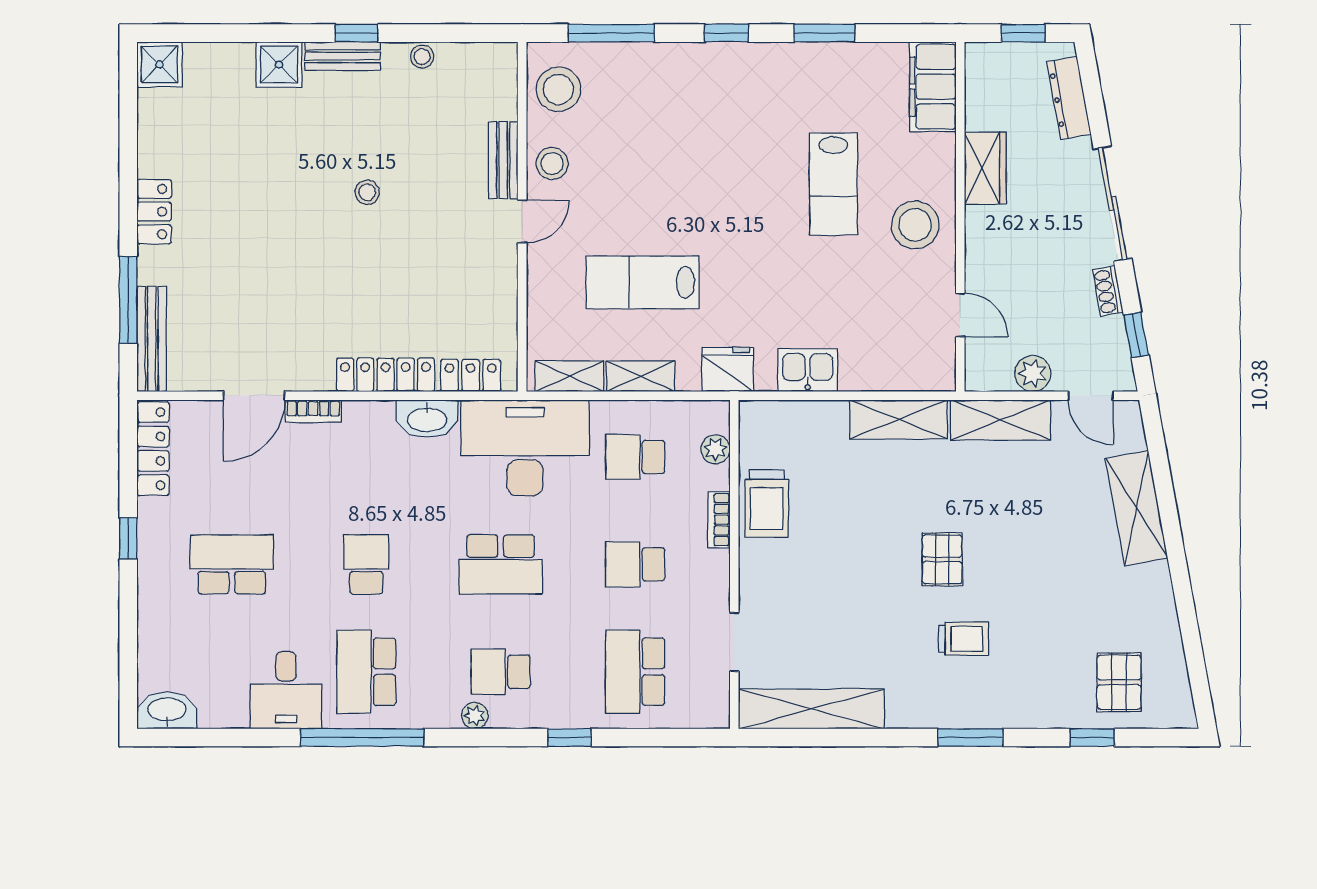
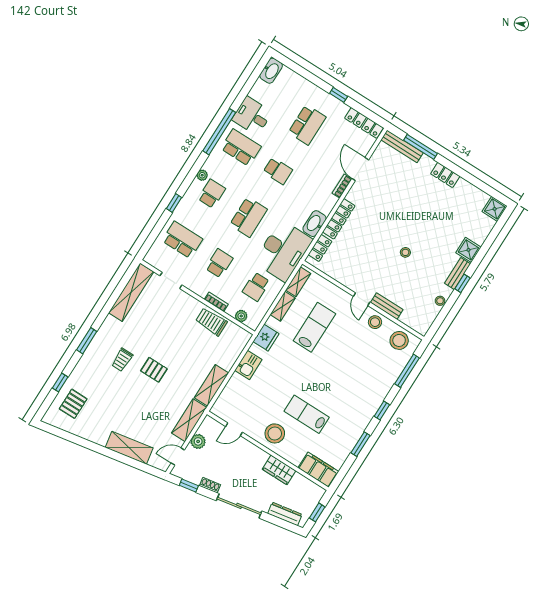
school desk: (635, 457) -> (256, 287), turned 180
school desk: (501, 564) -> (249, 217), turned 180
pallet: (1119, 682) -> (73, 404), turned 90

